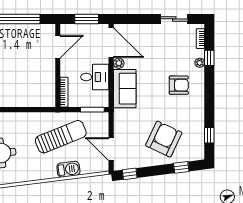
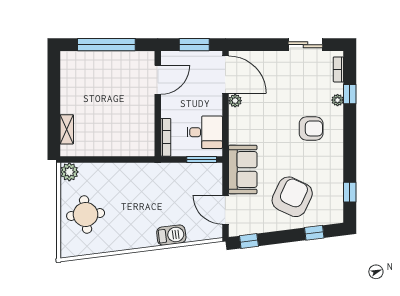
desk: (95, 77) -> (205, 132), moved
sofa: (125, 89) -> (243, 170), moved
sun lounger: (61, 137) -> (162, 194), removed

